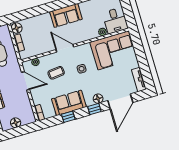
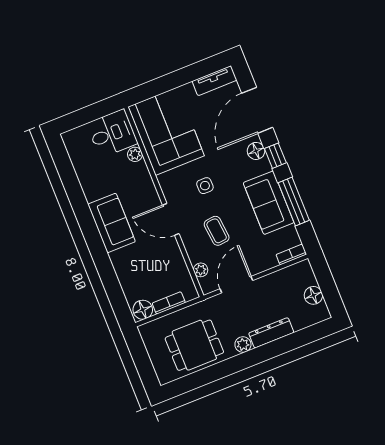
door: (65, 48) -> (171, 219), hinge flipped
door: (120, 101) -> (257, 110), swing flipped
window: (68, 117) -> (294, 202), width x2.17

